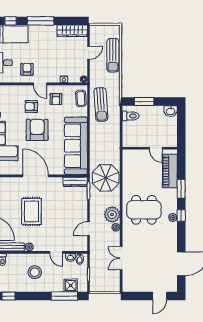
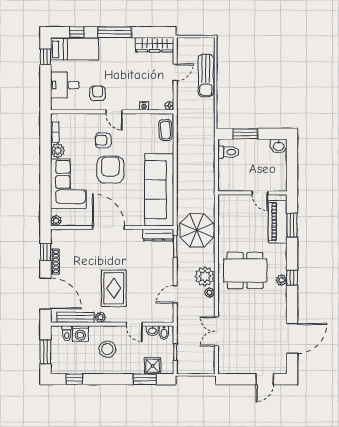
armchair: (56, 99) -> (134, 131), removed
sun lounger: (101, 104) -> (191, 138), removed
window: (181, 189) -> (292, 225), moved
rug: (31, 211) -> (114, 288), moved
washing machine: (13, 260) -> (80, 334), added
window: (64, 296) -> (145, 379), width x0.69

